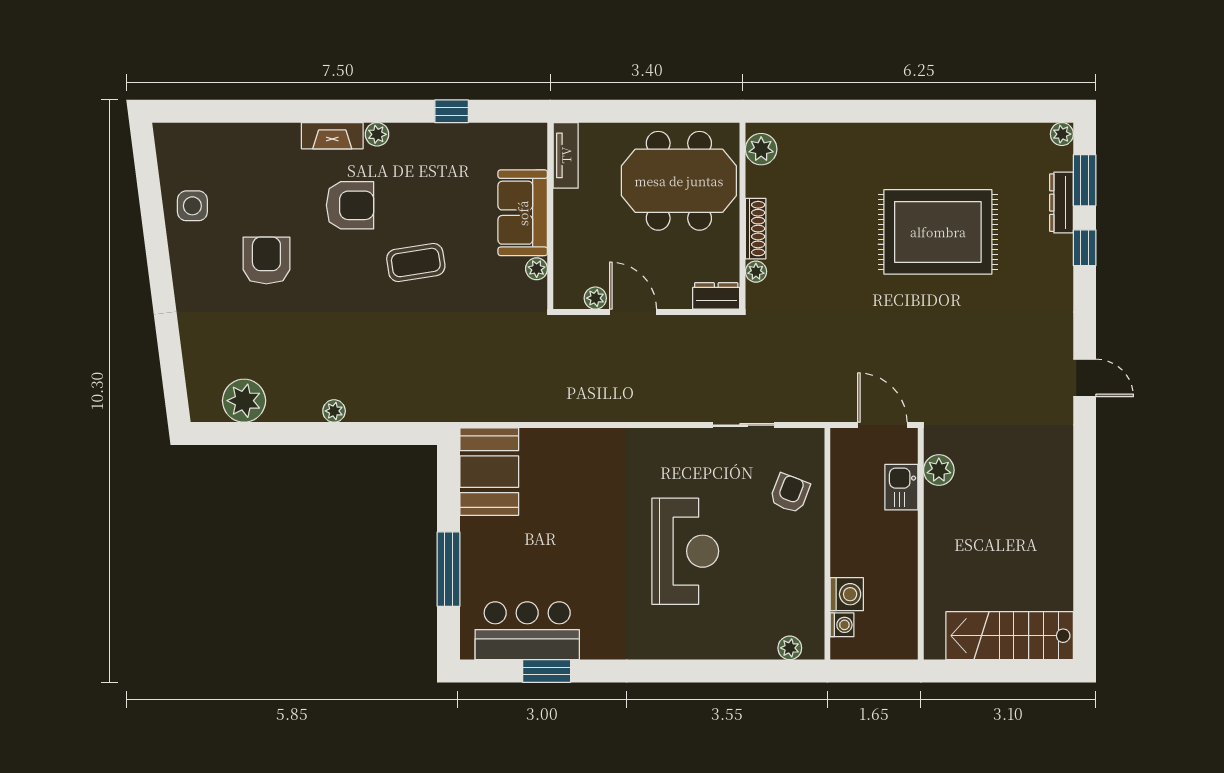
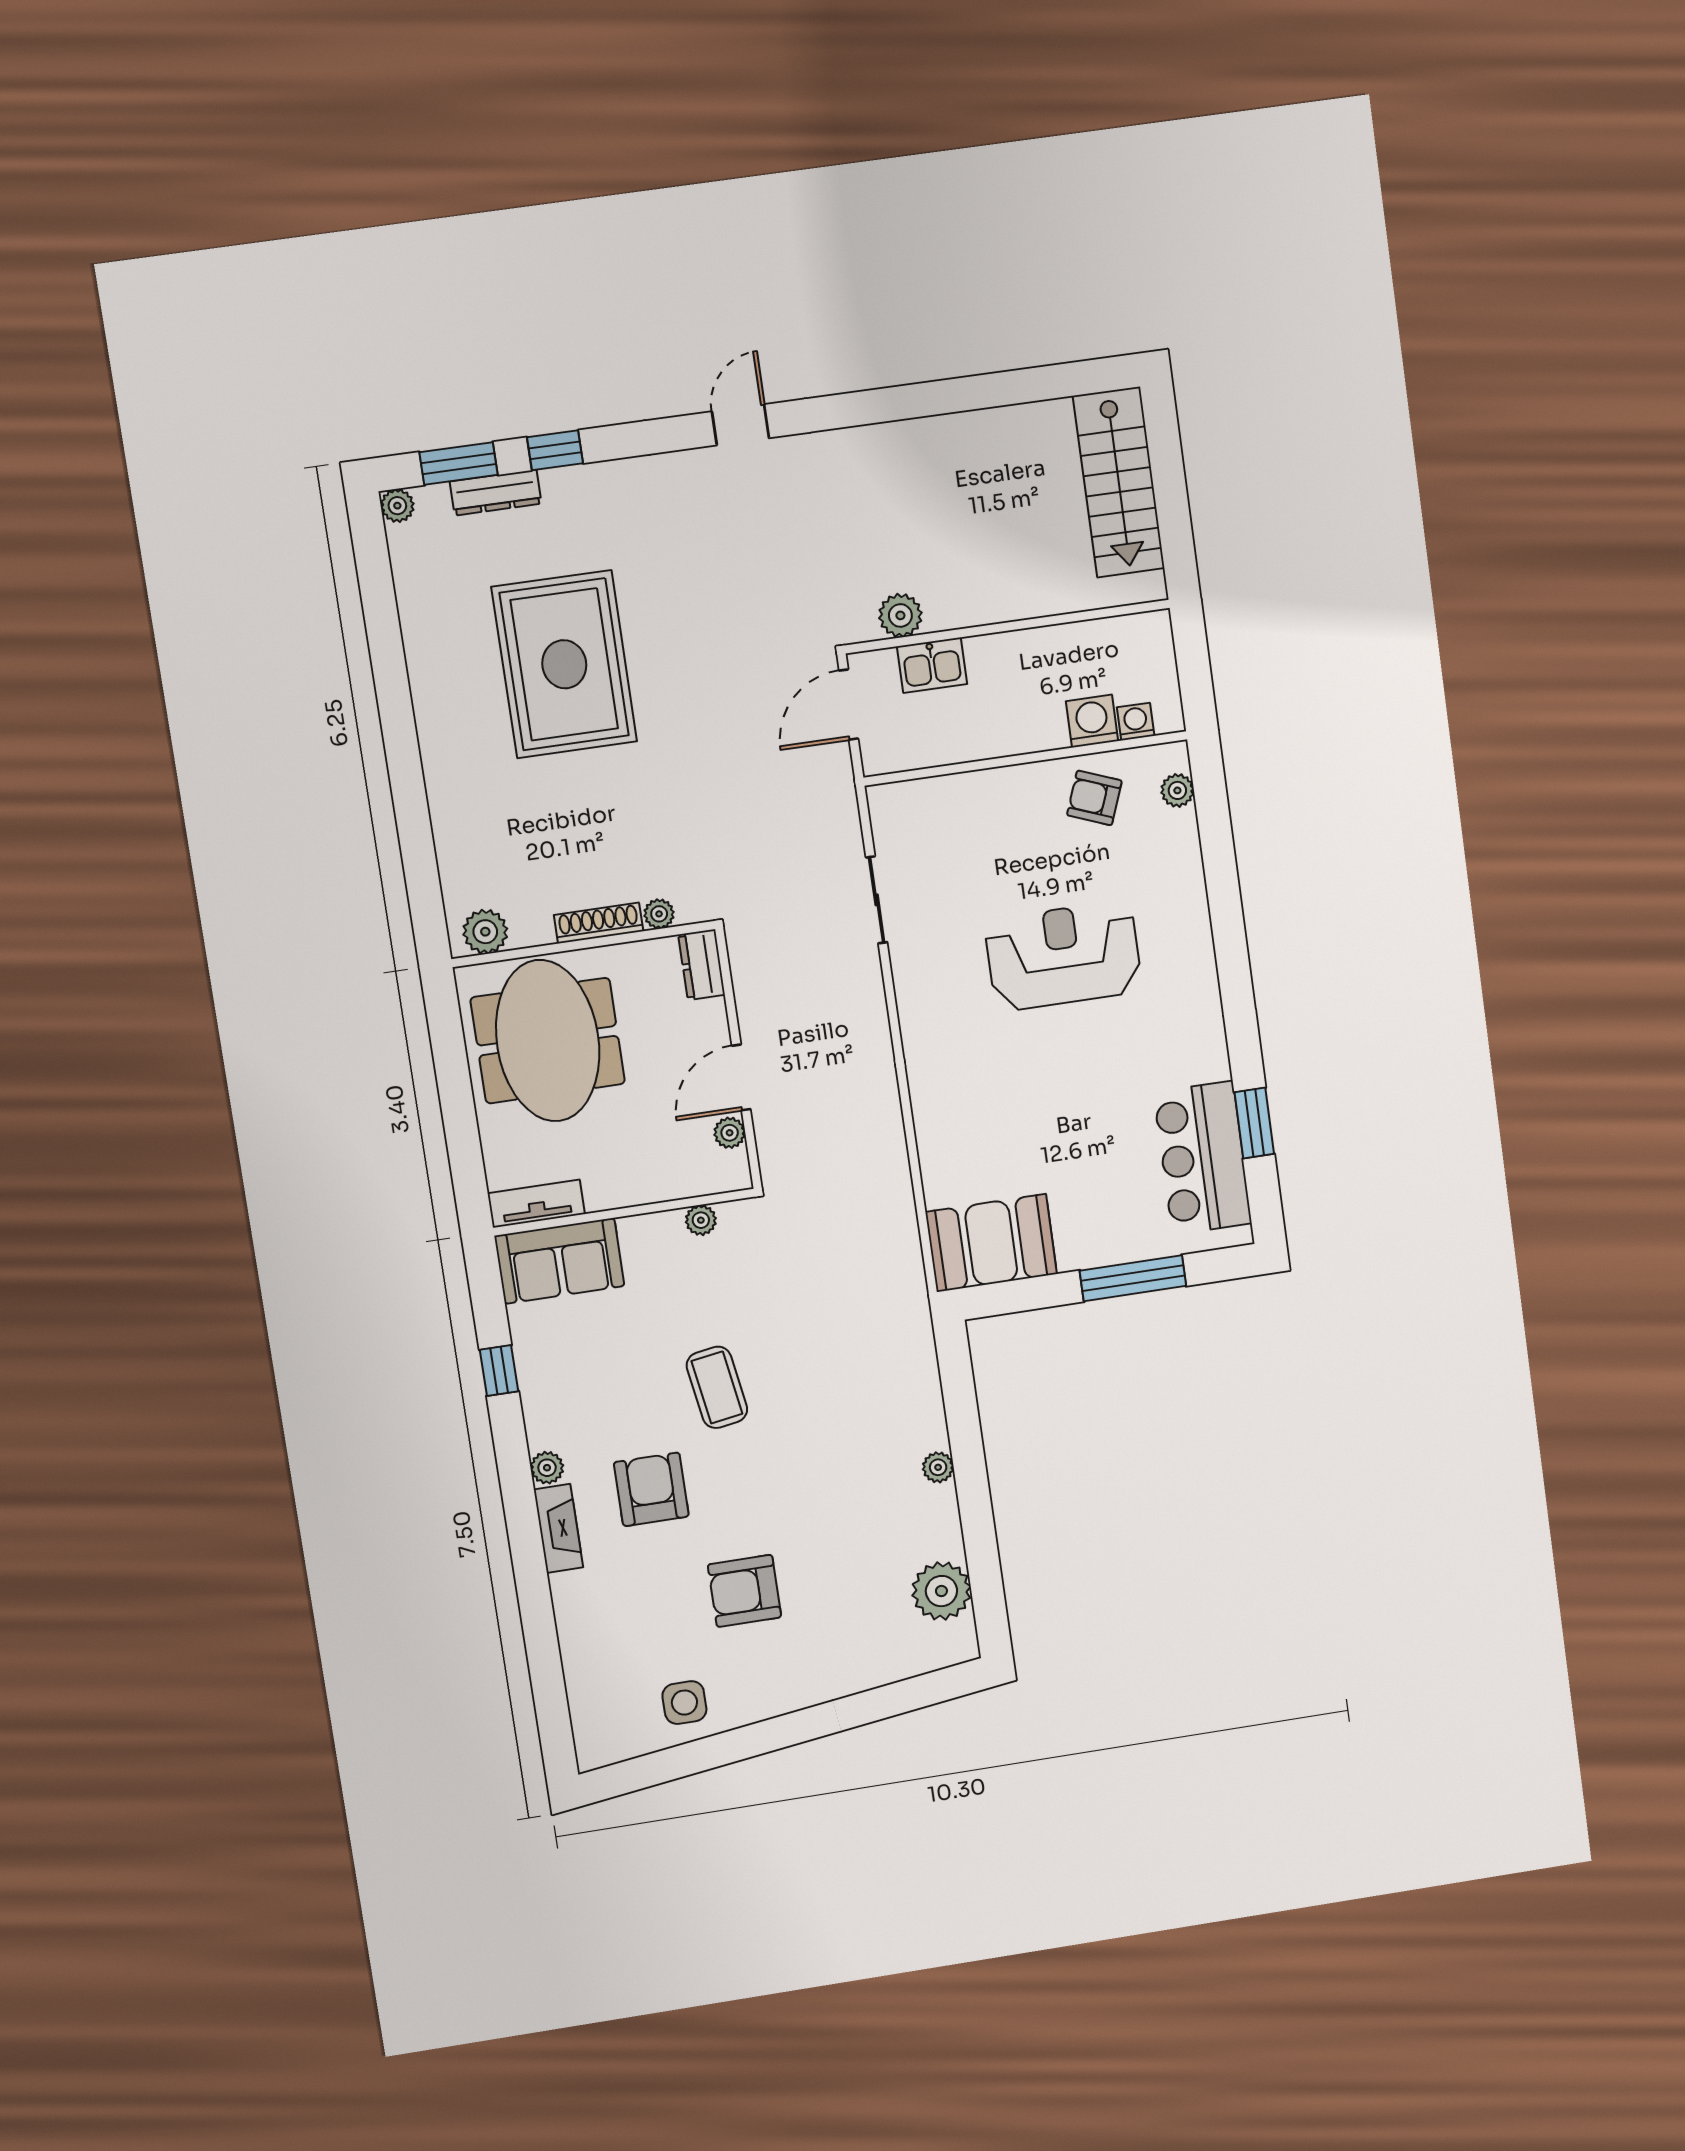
sofa: (523, 213) -> (559, 1261), moved
armchair: (790, 493) -> (1094, 798), moved

